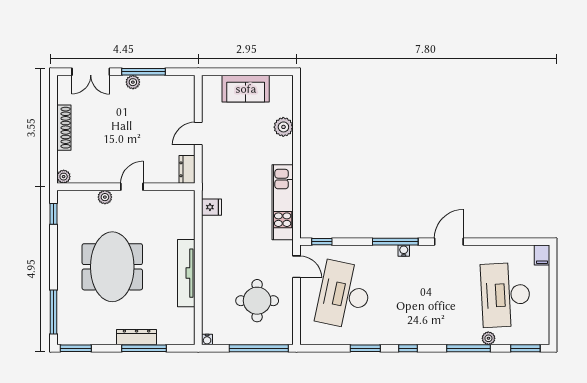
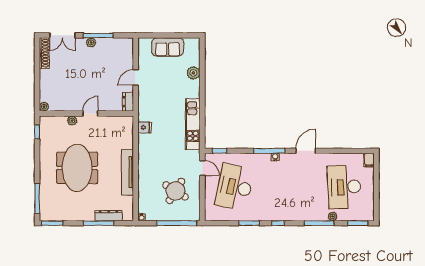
shoe rack: (64, 128) -> (44, 53), moved
round table: (257, 301) -> (175, 191), turned 32
dresser: (137, 337) -> (109, 216), moved

